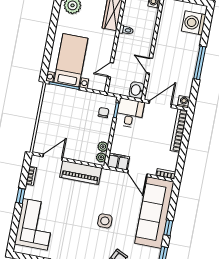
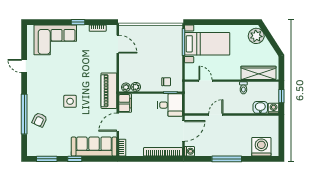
washbasin: (137, 90) -> (260, 107), moved
door: (160, 104) -> (183, 131), hinge flipped
piano: (81, 173) -> (109, 91), moved
sofa: (154, 213) -> (94, 147), width x0.74, depth x0.79

